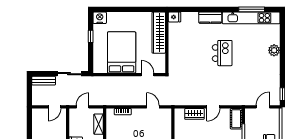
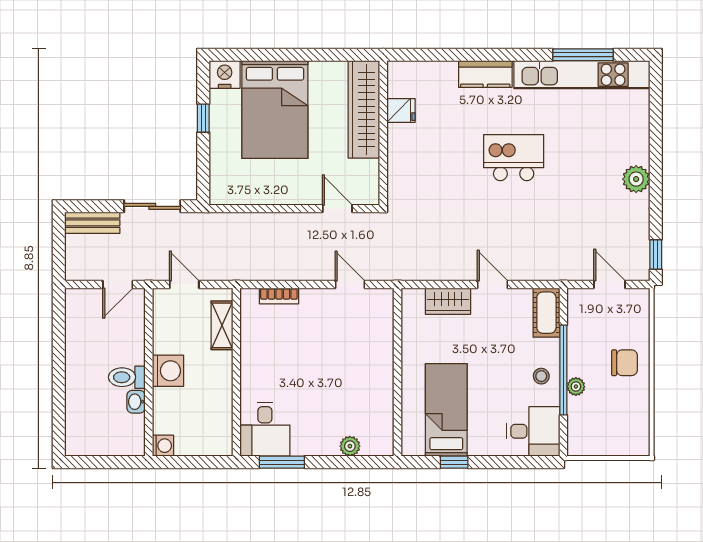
fridge: (174, 17) -> (401, 110), moved
plant: (274, 50) -> (636, 179), moved
bed: (122, 52) -> (275, 110), moved, turned 180
kitchen island: (222, 53) -> (514, 158), turned -90
door: (83, 107) -> (184, 284), hinge flipped
door: (213, 107) -> (493, 284), swing flipped
door: (263, 107) -> (610, 284), hinge flipped

